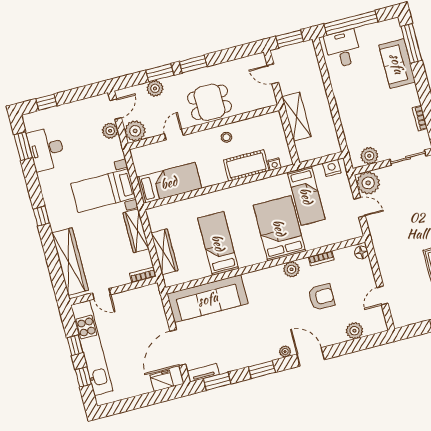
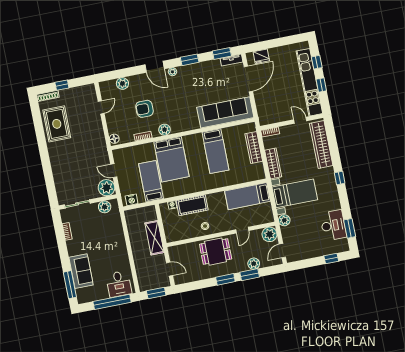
plant: (110, 131) -> (284, 220), moved

